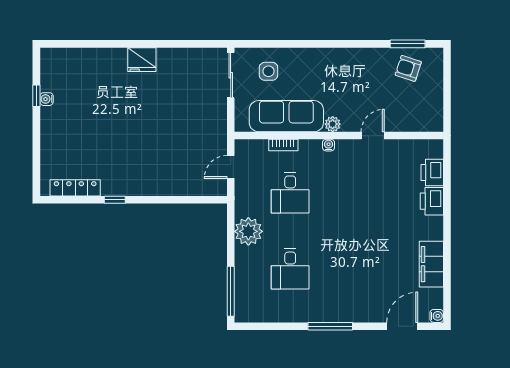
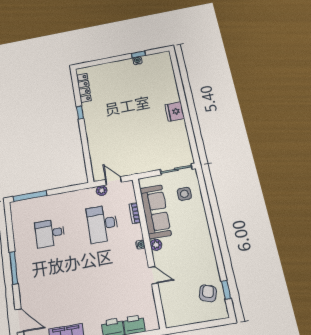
window: (408, 44) -> (226, 290), width x0.67
desk: (290, 193) -> (102, 224), width x1.37
plant: (248, 231) -> (102, 191), moved, width x0.53, depth x0.53

